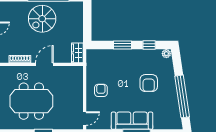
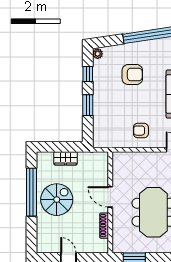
spiral stairs: (42, 19) -> (57, 200), turned -90
wardrobe: (77, 53) -> (66, 158), moved

